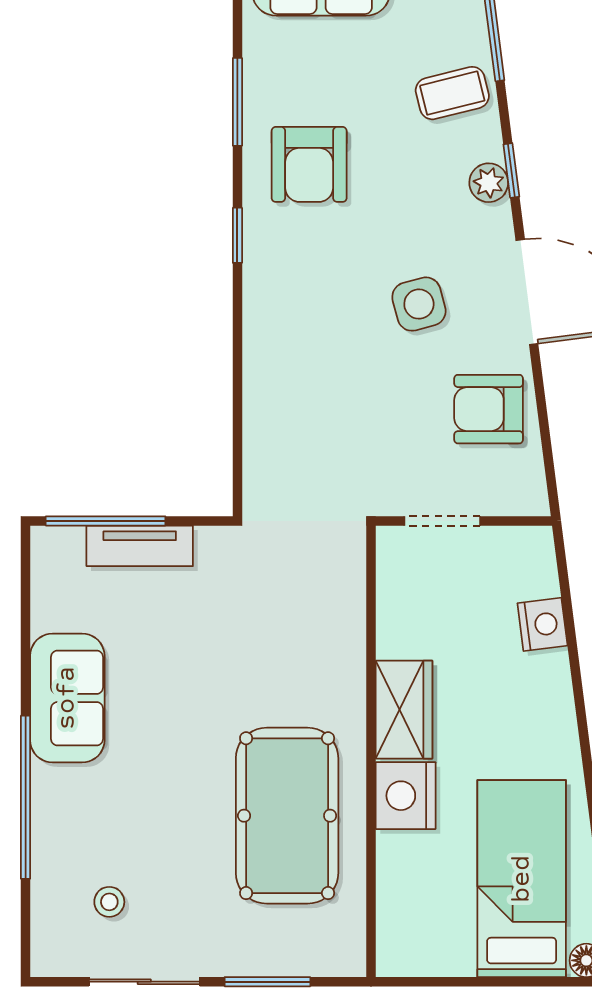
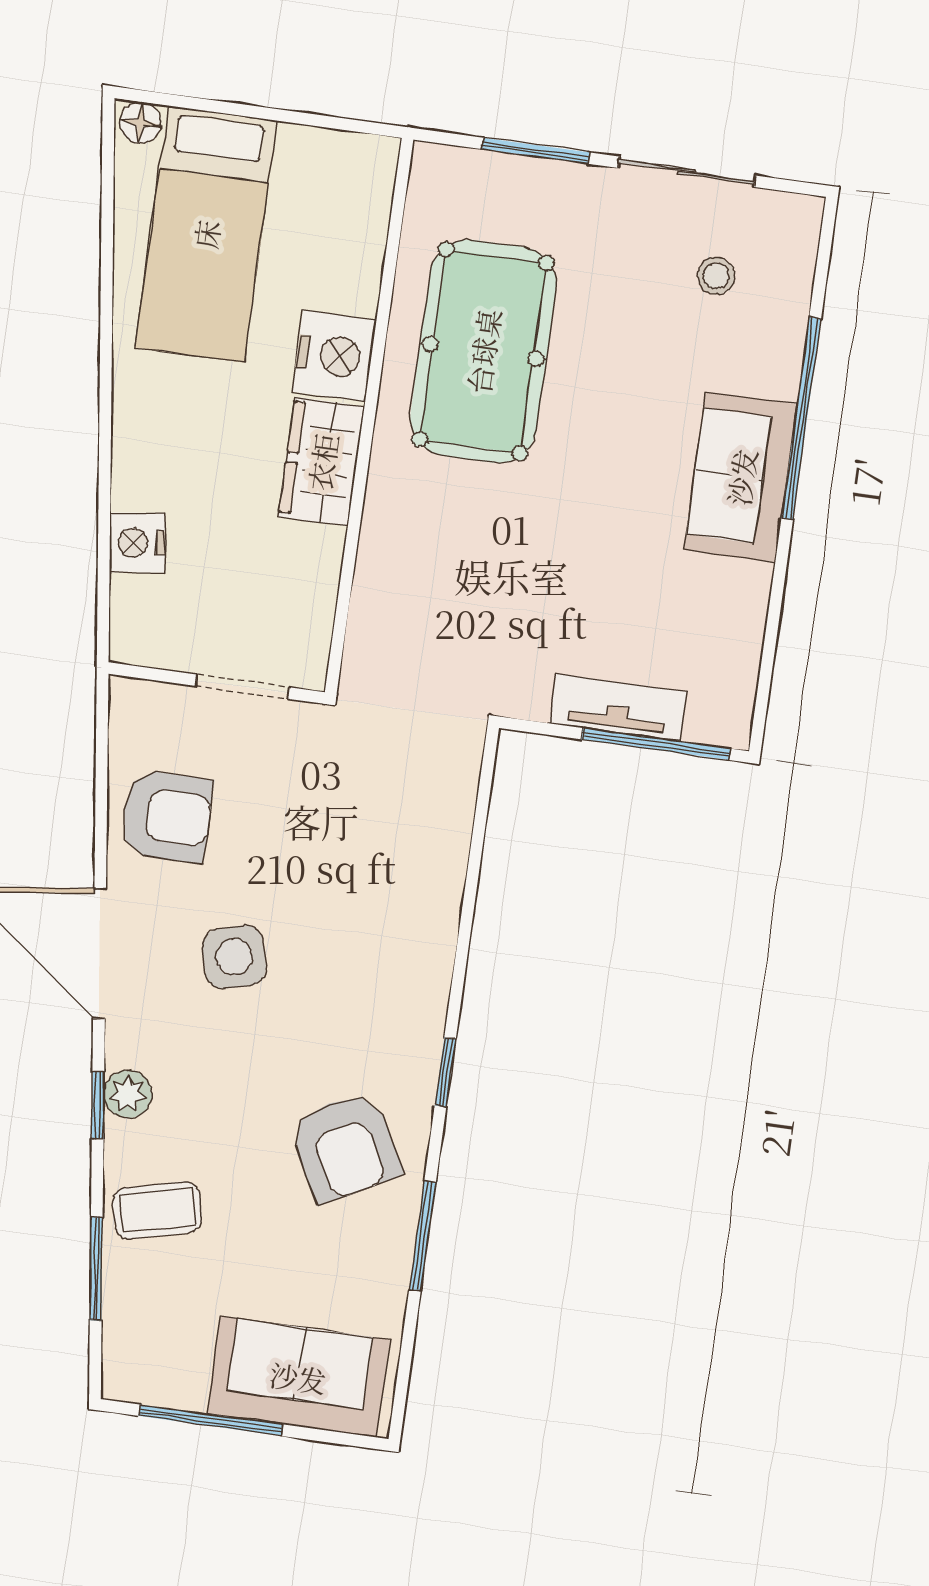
armchair: (309, 164) -> (345, 1147), turned 152
sofa: (67, 698) -> (741, 477), moved

